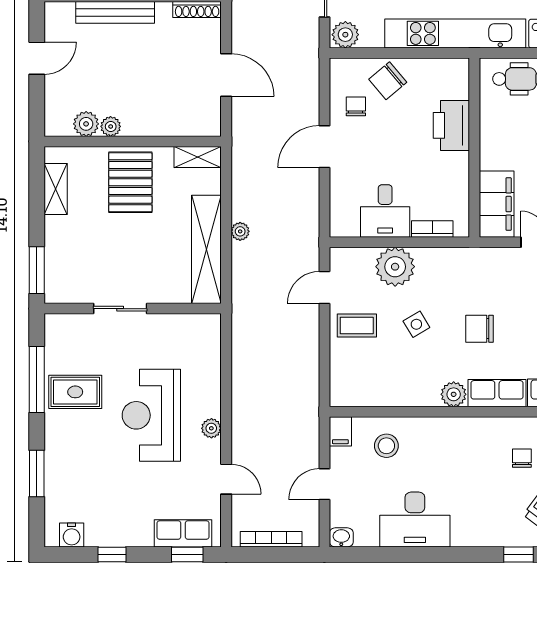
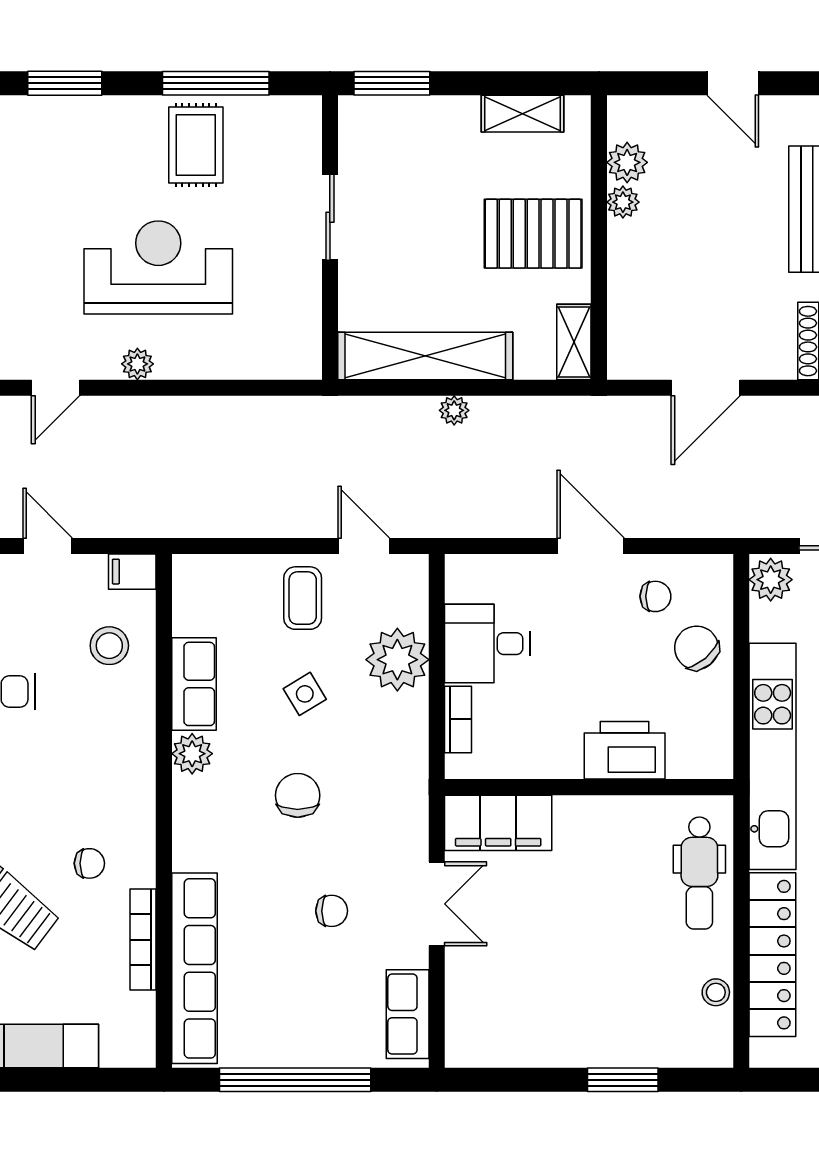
row of seats: (497, 393) -> (194, 684), moved

